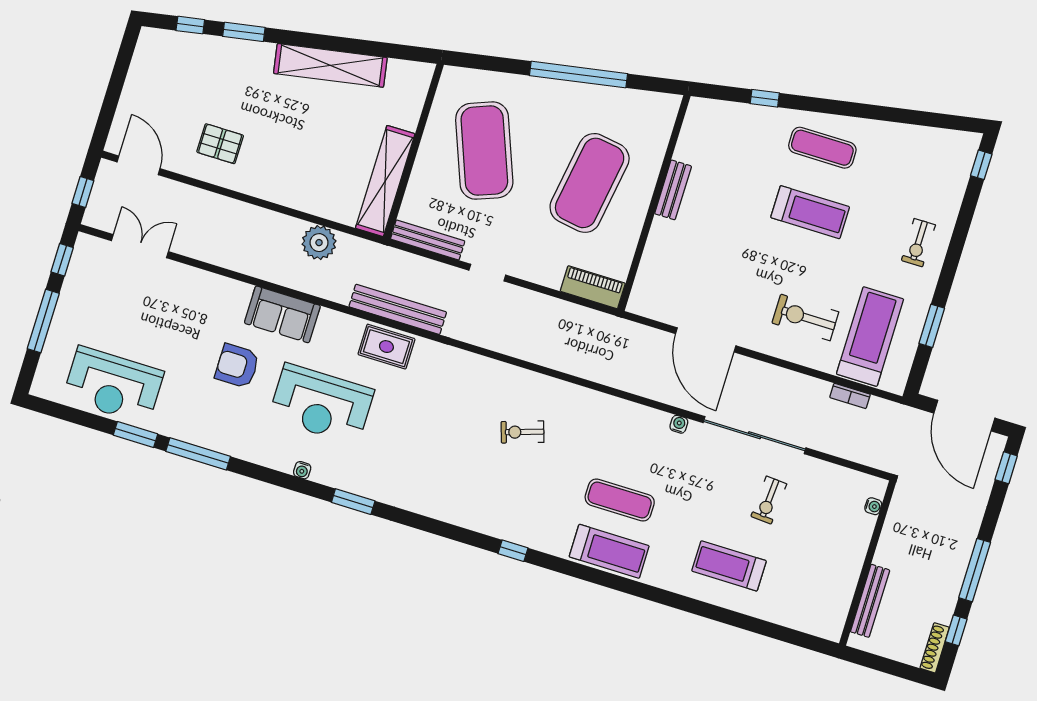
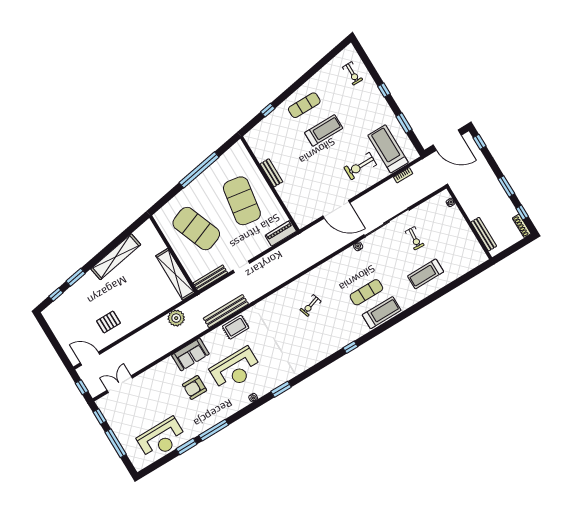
window: (981, 165) -> (384, 90), moved
exercise bike: (918, 243) -> (353, 73), moved
window: (975, 570) -> (506, 186), width x0.69

